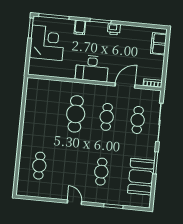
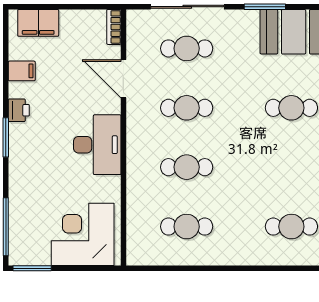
filing cabinet: (80, 27) -> (22, 71), moved
corner desk: (47, 43) -> (83, 234), moved
cafe table: (45, 111) -> (187, 227), added
cafe table: (76, 114) -> (187, 167), width x0.73, depth x0.74

